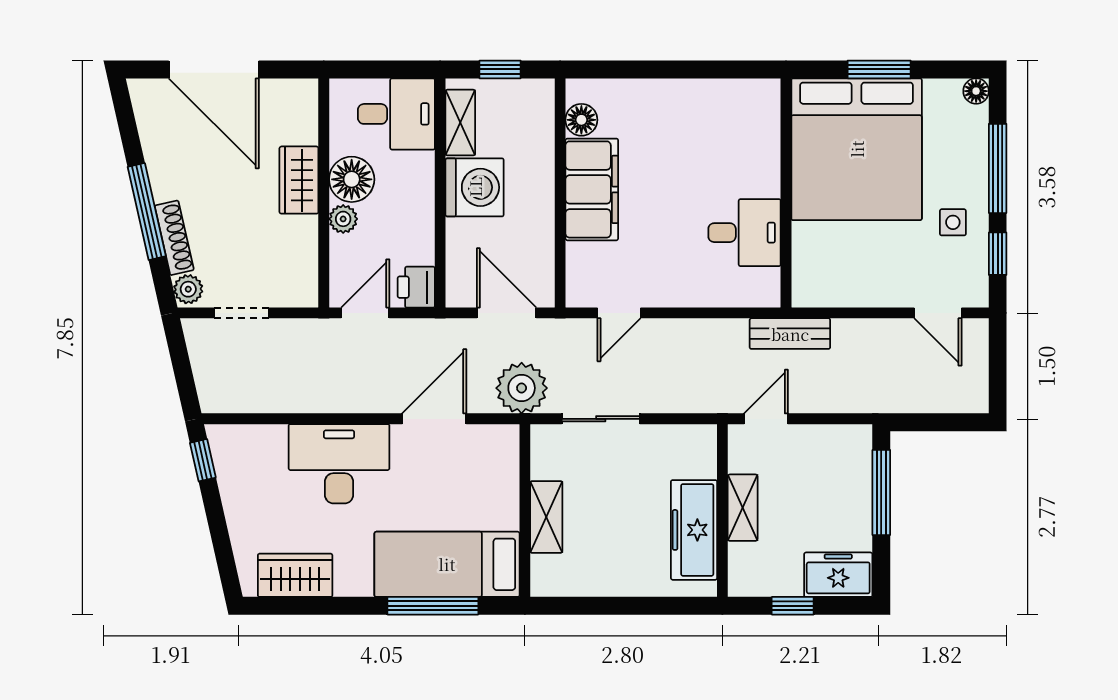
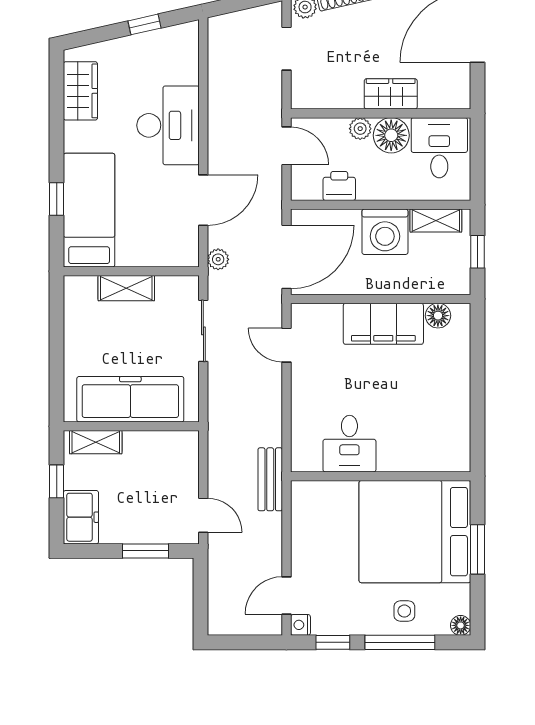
desk: (396, 114) -> (439, 148), moved, turned 180
side table: (953, 222) -> (404, 611), moved
printer: (416, 287) -> (339, 186), moved
nightstand: (975, 295) -> (300, 625), added
door: (507, 313) -> (286, 257), width x1.36
plant: (522, 388) -> (218, 259), width x0.53, depth x0.53
door: (434, 419) -> (203, 200), hinge flipped
door: (766, 419) -> (203, 515), moved
window: (203, 460) -> (145, 24), moved
window: (881, 492) -> (145, 551), width x0.69
shelving: (743, 508) -> (96, 442), moved
freezer: (694, 530) -> (130, 399), width x1.36, depth x1.26
window: (433, 606) -> (57, 199), width x0.46

